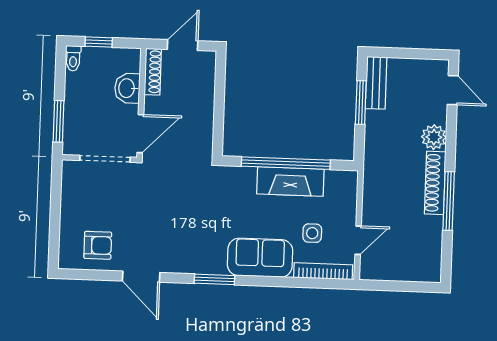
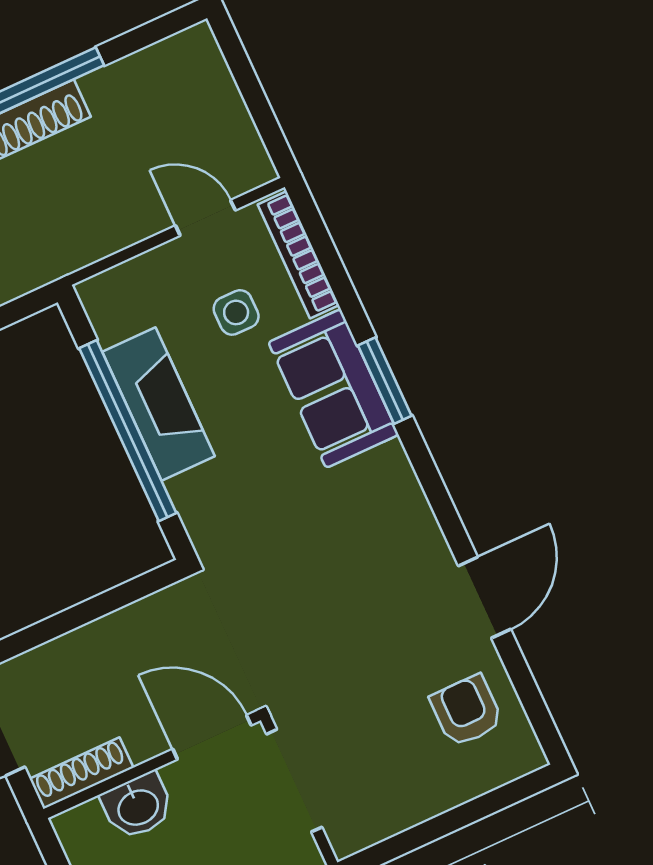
window: (214, 279) -> (385, 381), moved

